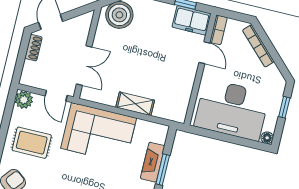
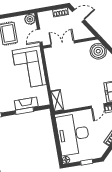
double door: (84, 65) -> (63, 44), swing flipped
shelving: (135, 104) -> (57, 101), moved

